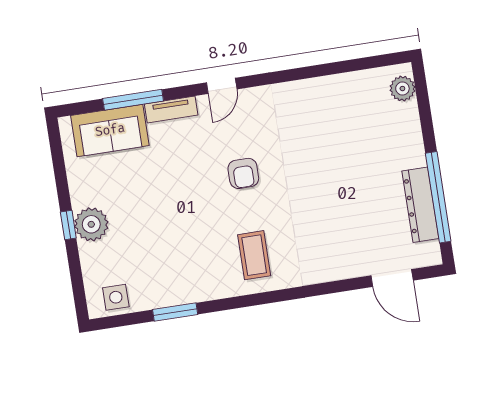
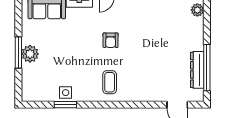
window: (68, 225) -> (18, 52), width x2.17
side table: (116, 297) -> (66, 93), moved

